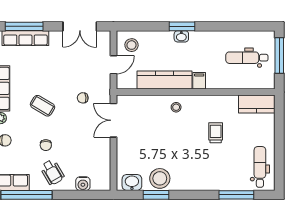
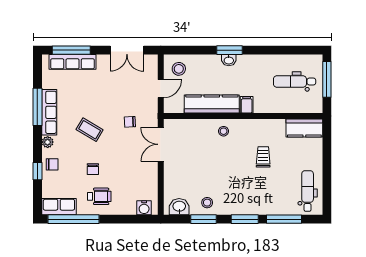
wheelchair: (52, 172) -> (99, 196), turned -60
stool: (160, 178) -> (207, 203), width x0.53, depth x0.53
water cooler: (83, 184) -> (144, 208), moved
window: (197, 195) -> (245, 219), added

